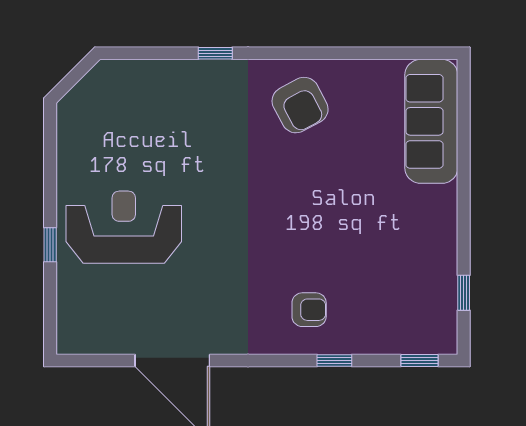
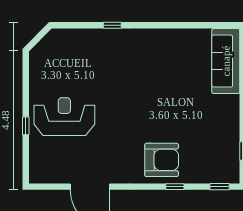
armchair: (300, 105) -> (157, 52), removed
armchair: (309, 310) -> (162, 160), width x1.88, depth x1.88

